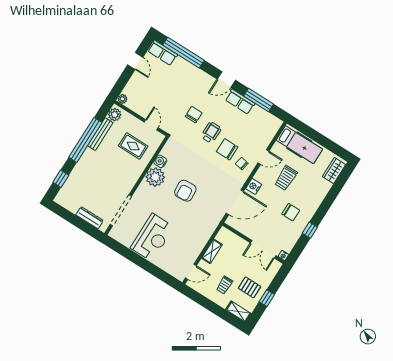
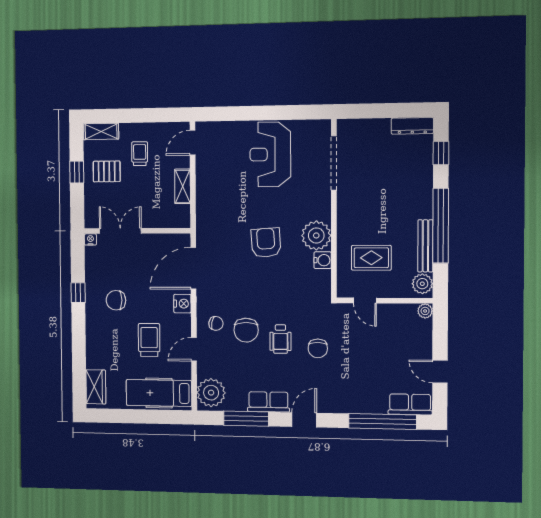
plant: (269, 127) -> (211, 393), added
chair: (227, 149) -> (246, 330), turned 90
dresser: (90, 218) -> (412, 126), moved

